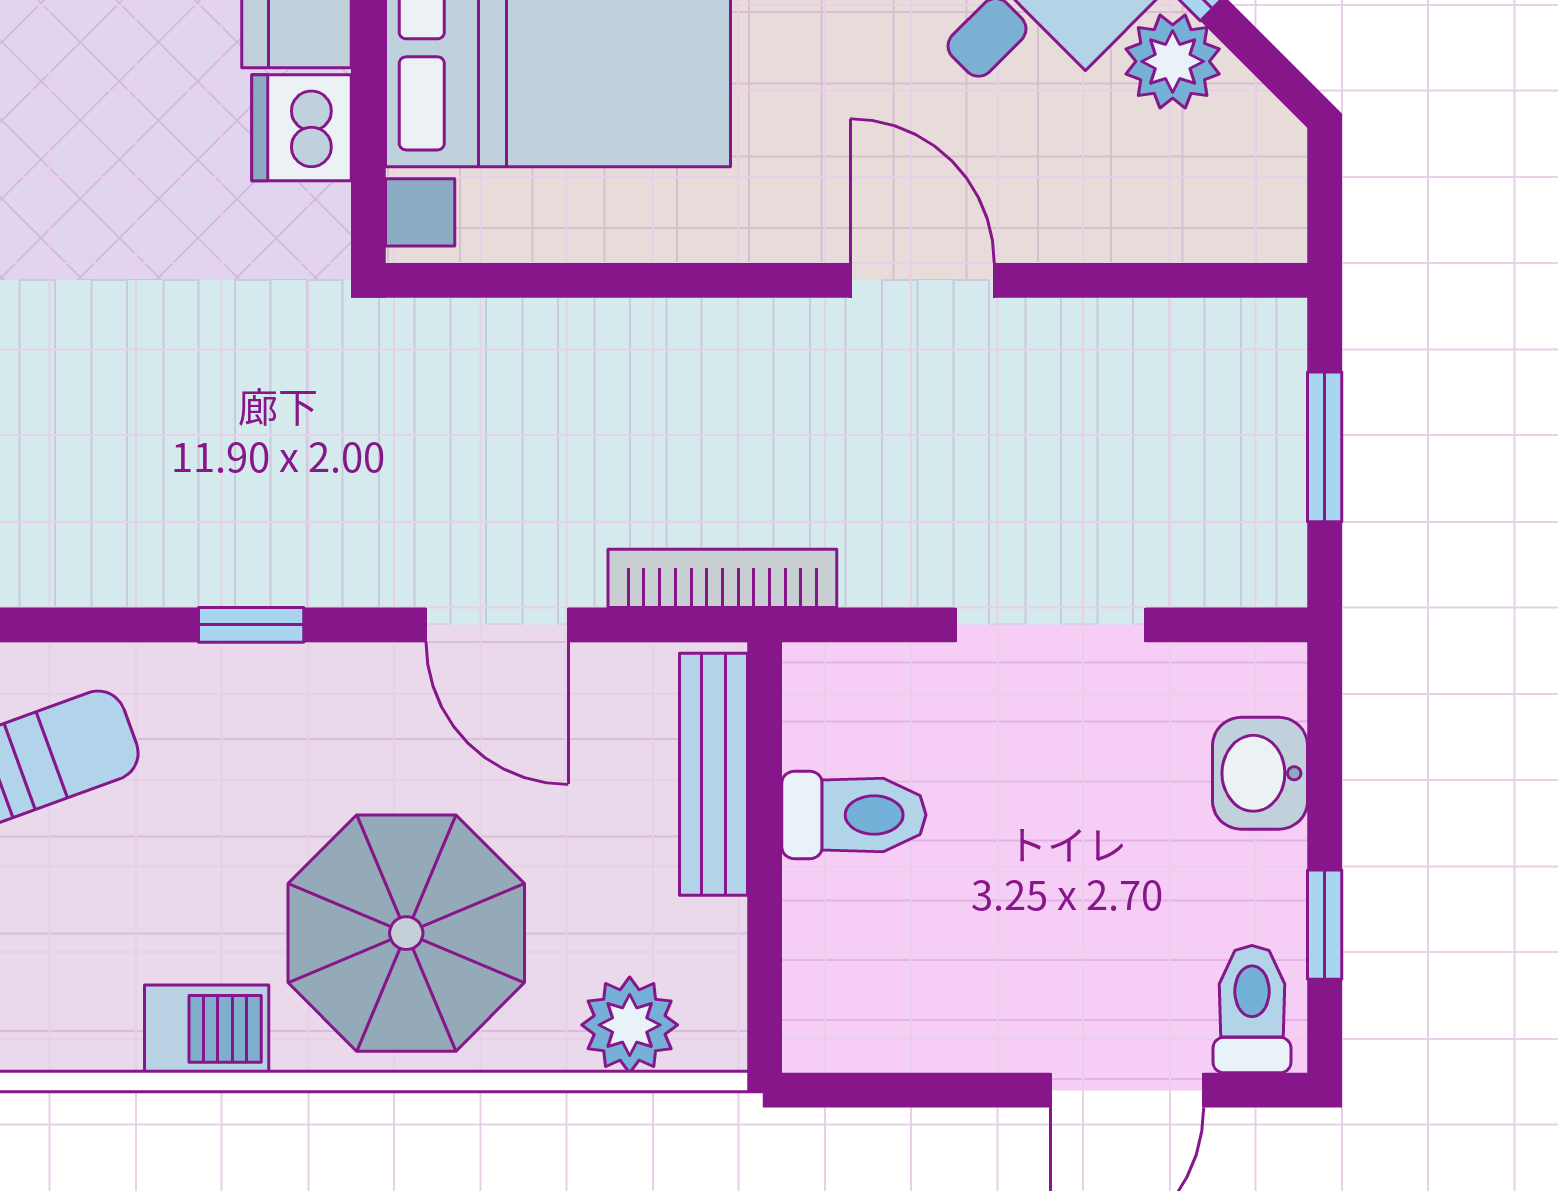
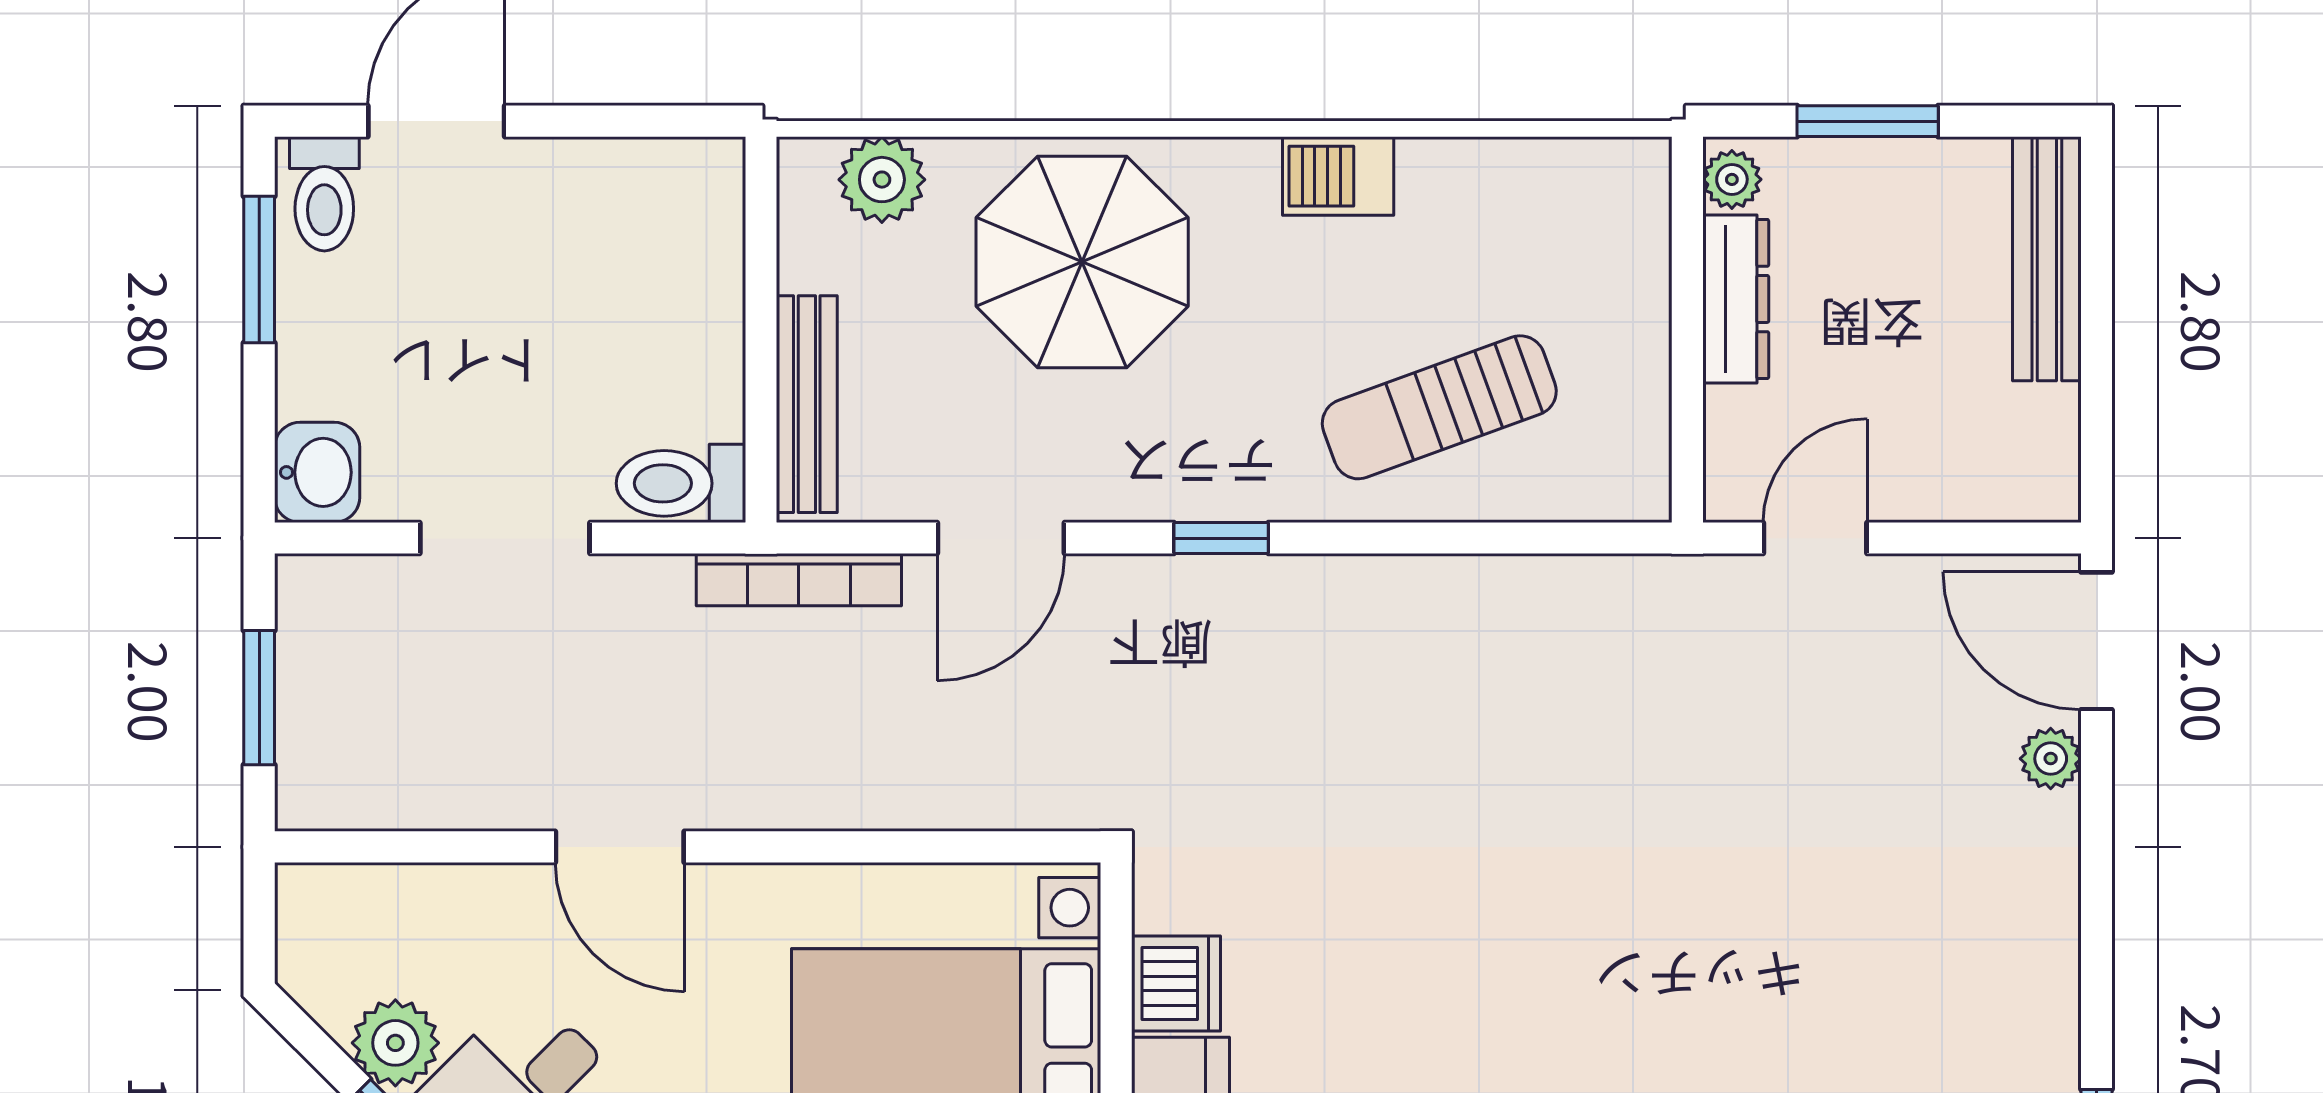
door: (497, 625) -> (1001, 538), swing flipped
washbasin: (1260, 773) -> (317, 472), moved
toilet: (854, 815) -> (681, 483), moved
window: (1325, 925) -> (259, 270), width x1.50
barbecue: (207, 1029) -> (1338, 176), moved

